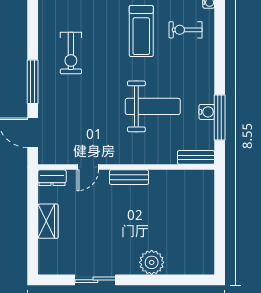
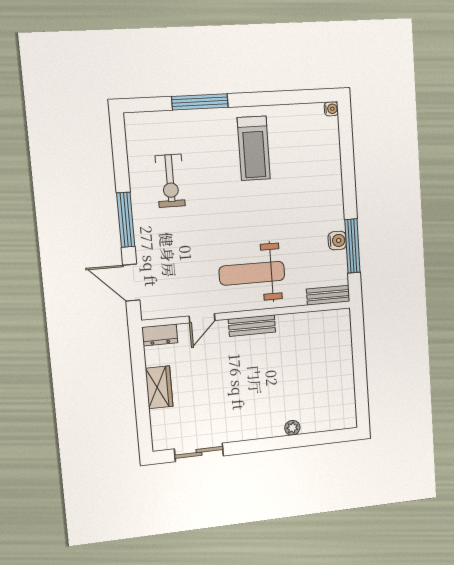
exercise bike: (186, 30) -> (306, 144), removed
weight bench: (153, 106) -> (252, 273), moved, turned 180
plant: (152, 262) -> (292, 428), width x0.53, depth x0.53
sliding door: (95, 280) -> (199, 452), moved

